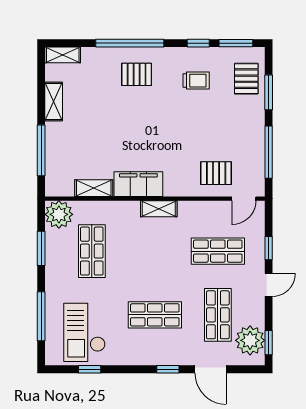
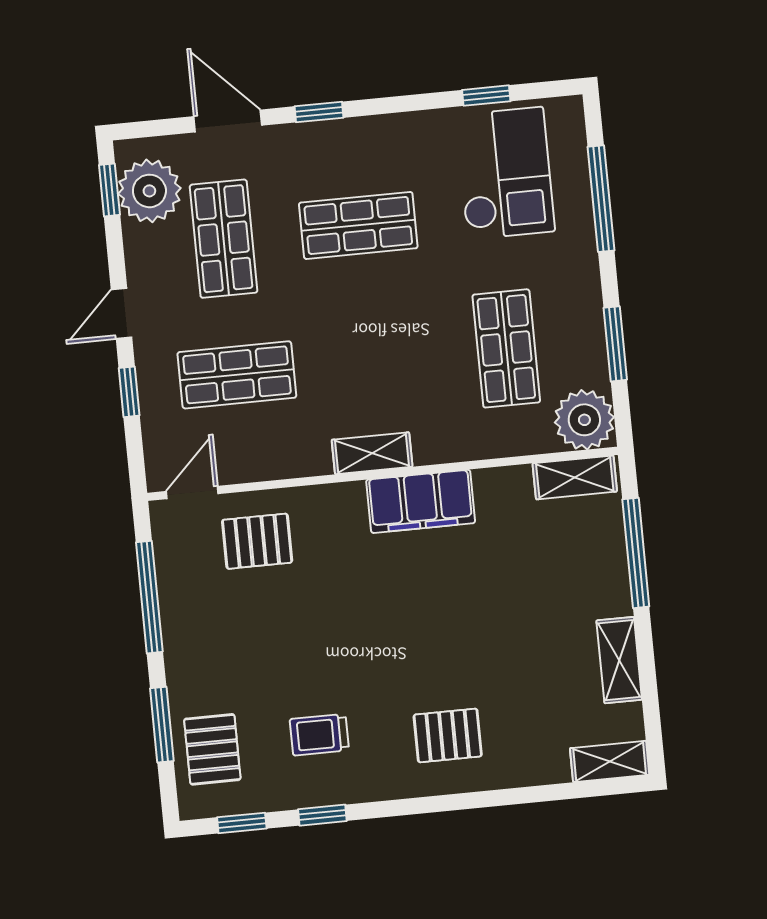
window: (130, 43) -> (469, 801), removed
window: (236, 43) -> (242, 823), width x0.67
shelving: (94, 188) -> (575, 477), moved

